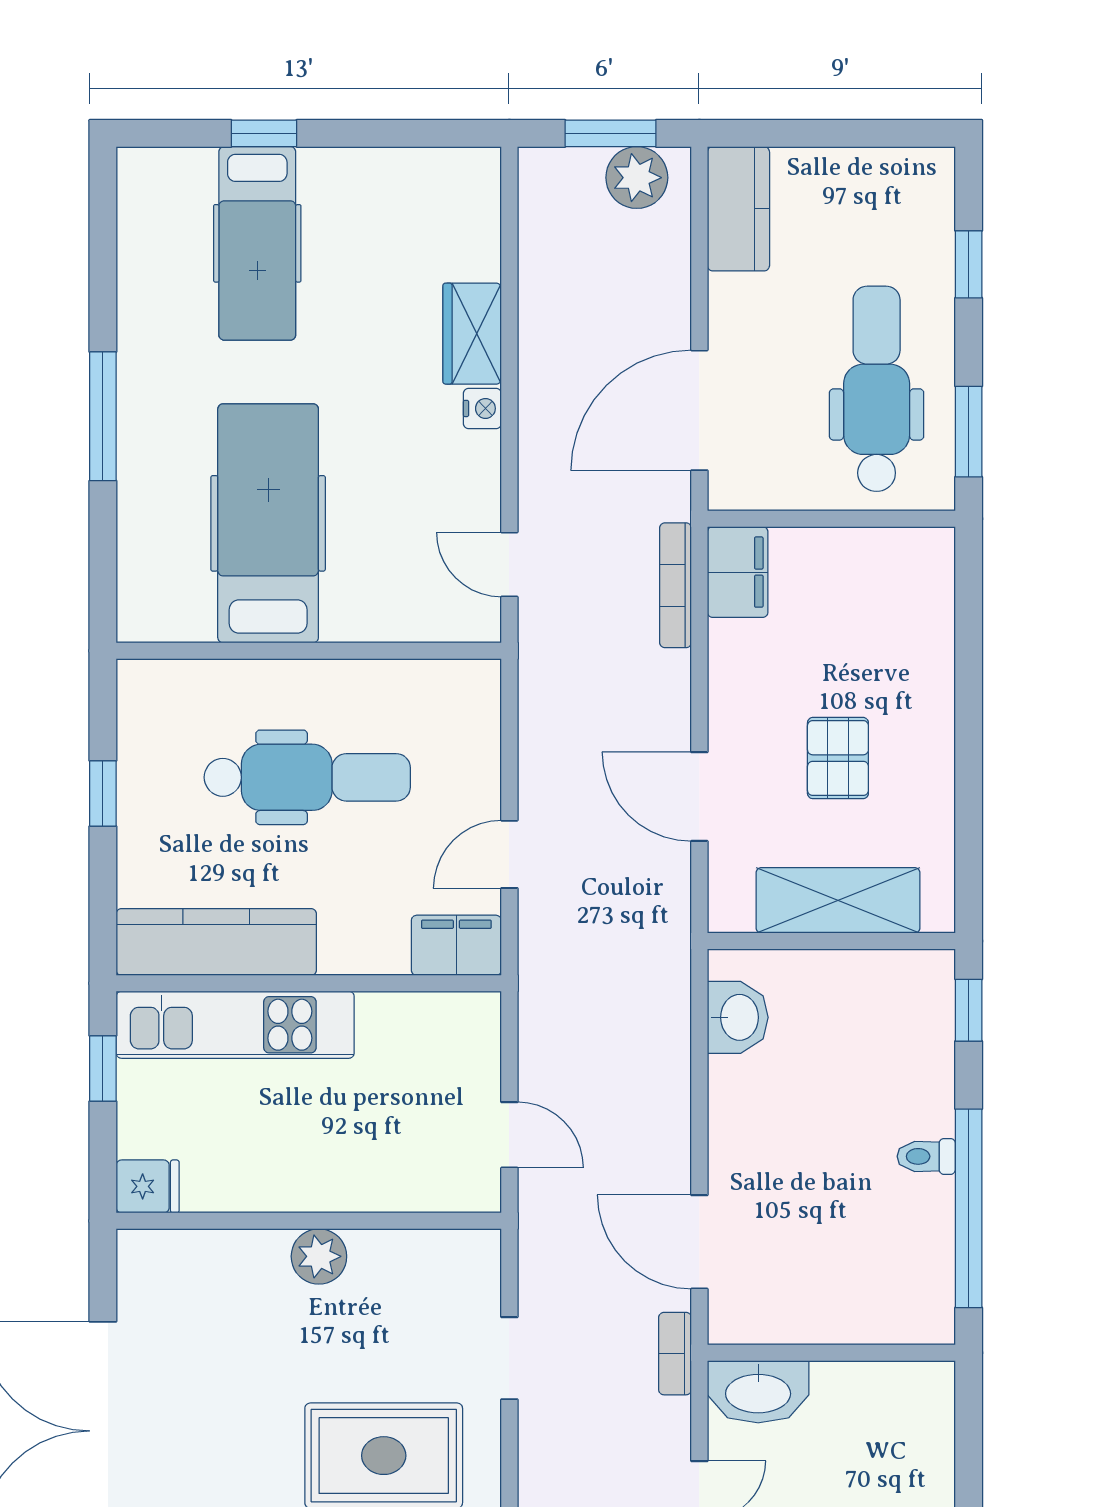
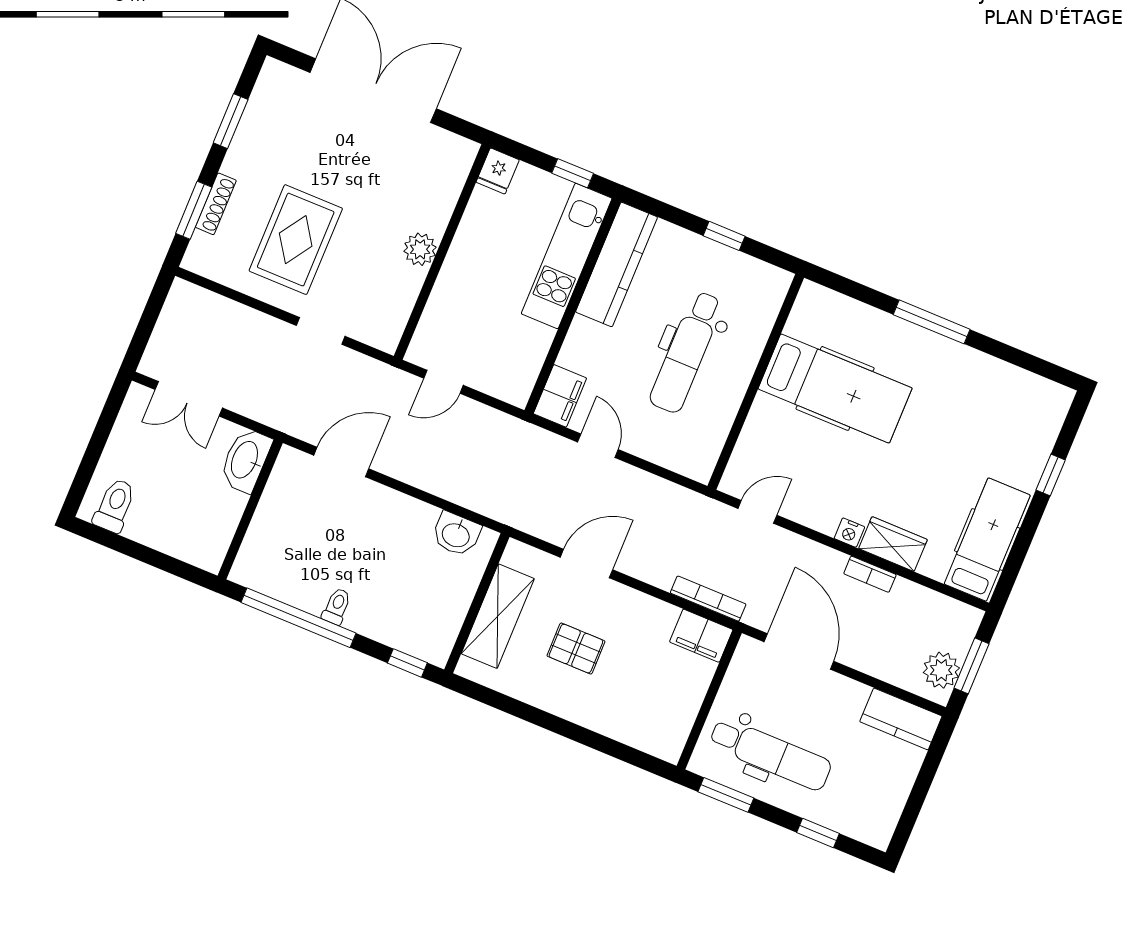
hospital bed: (257, 243) -> (987, 540), moved, turned 90
bookcase: (675, 1354) -> (870, 574), moved, turned 180

